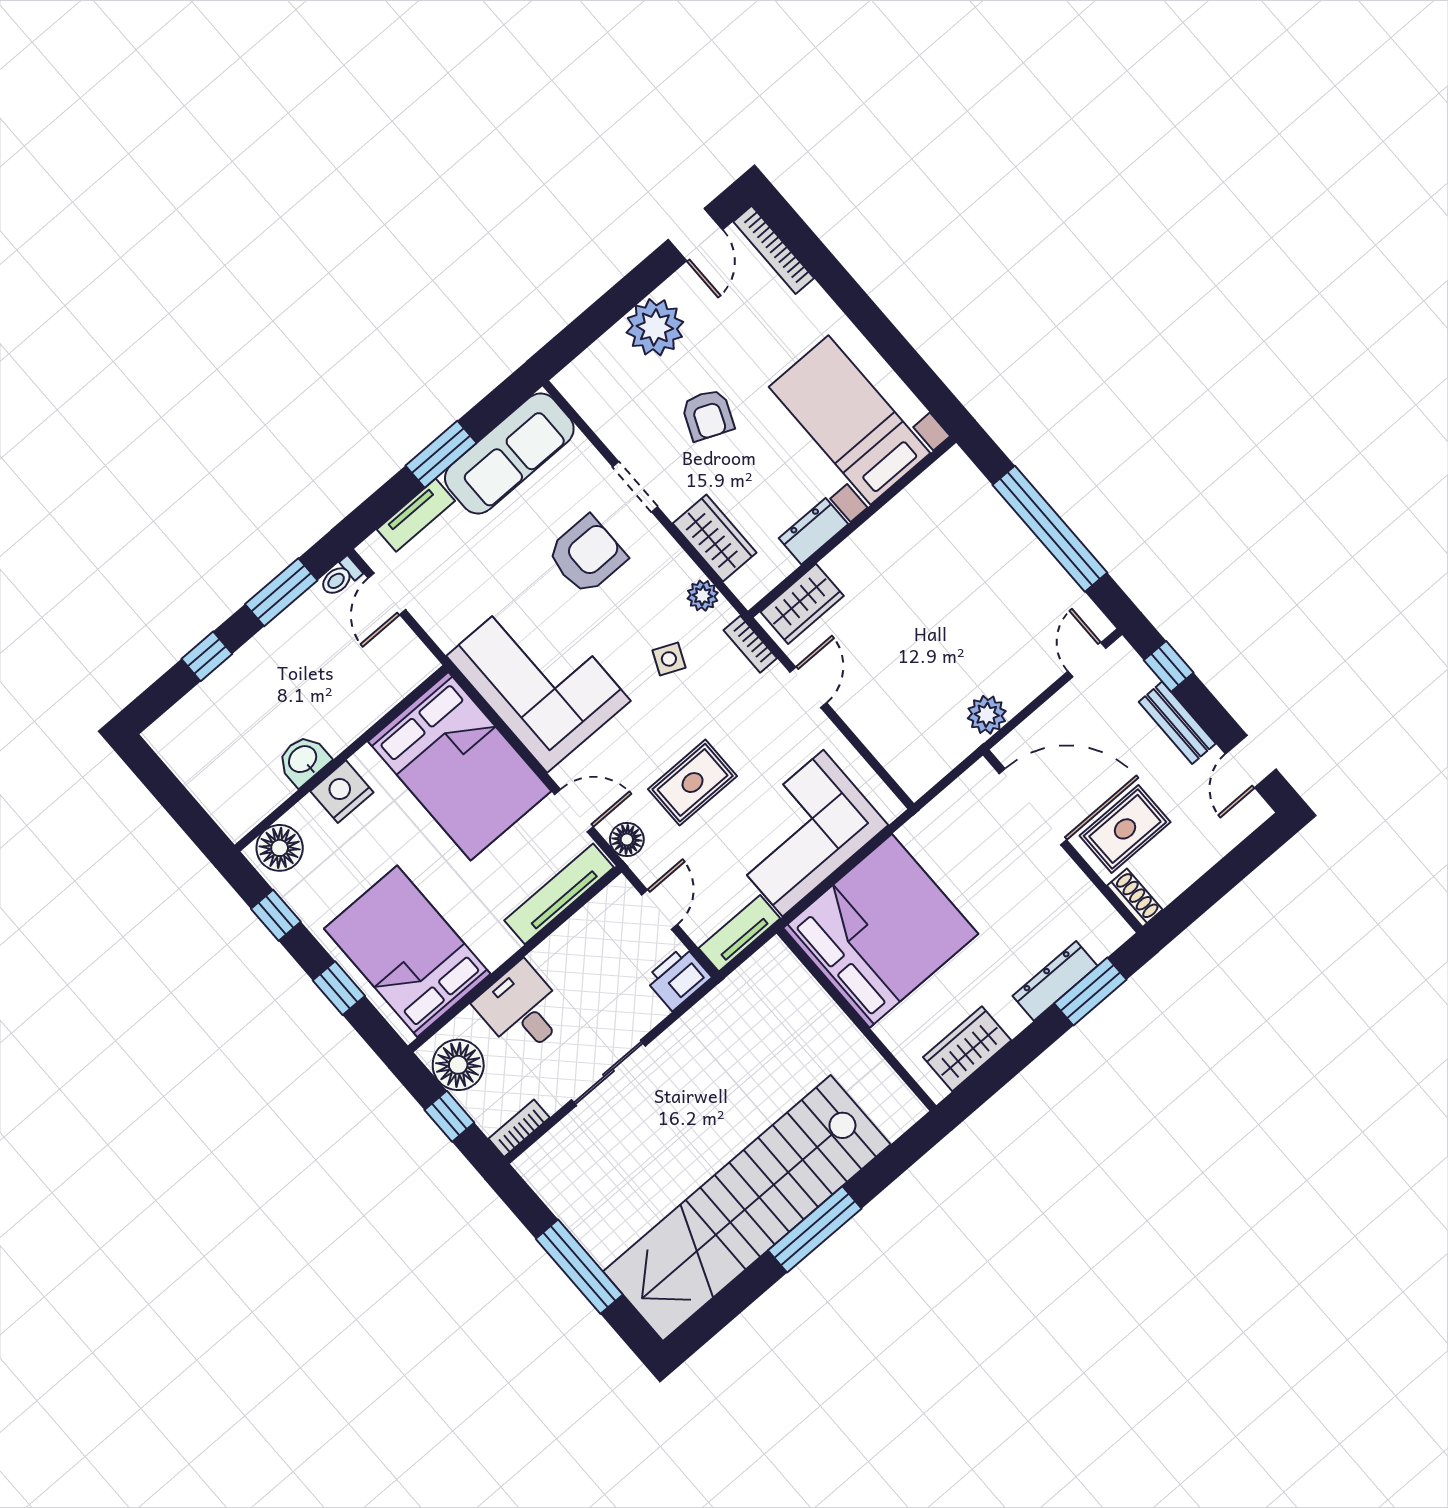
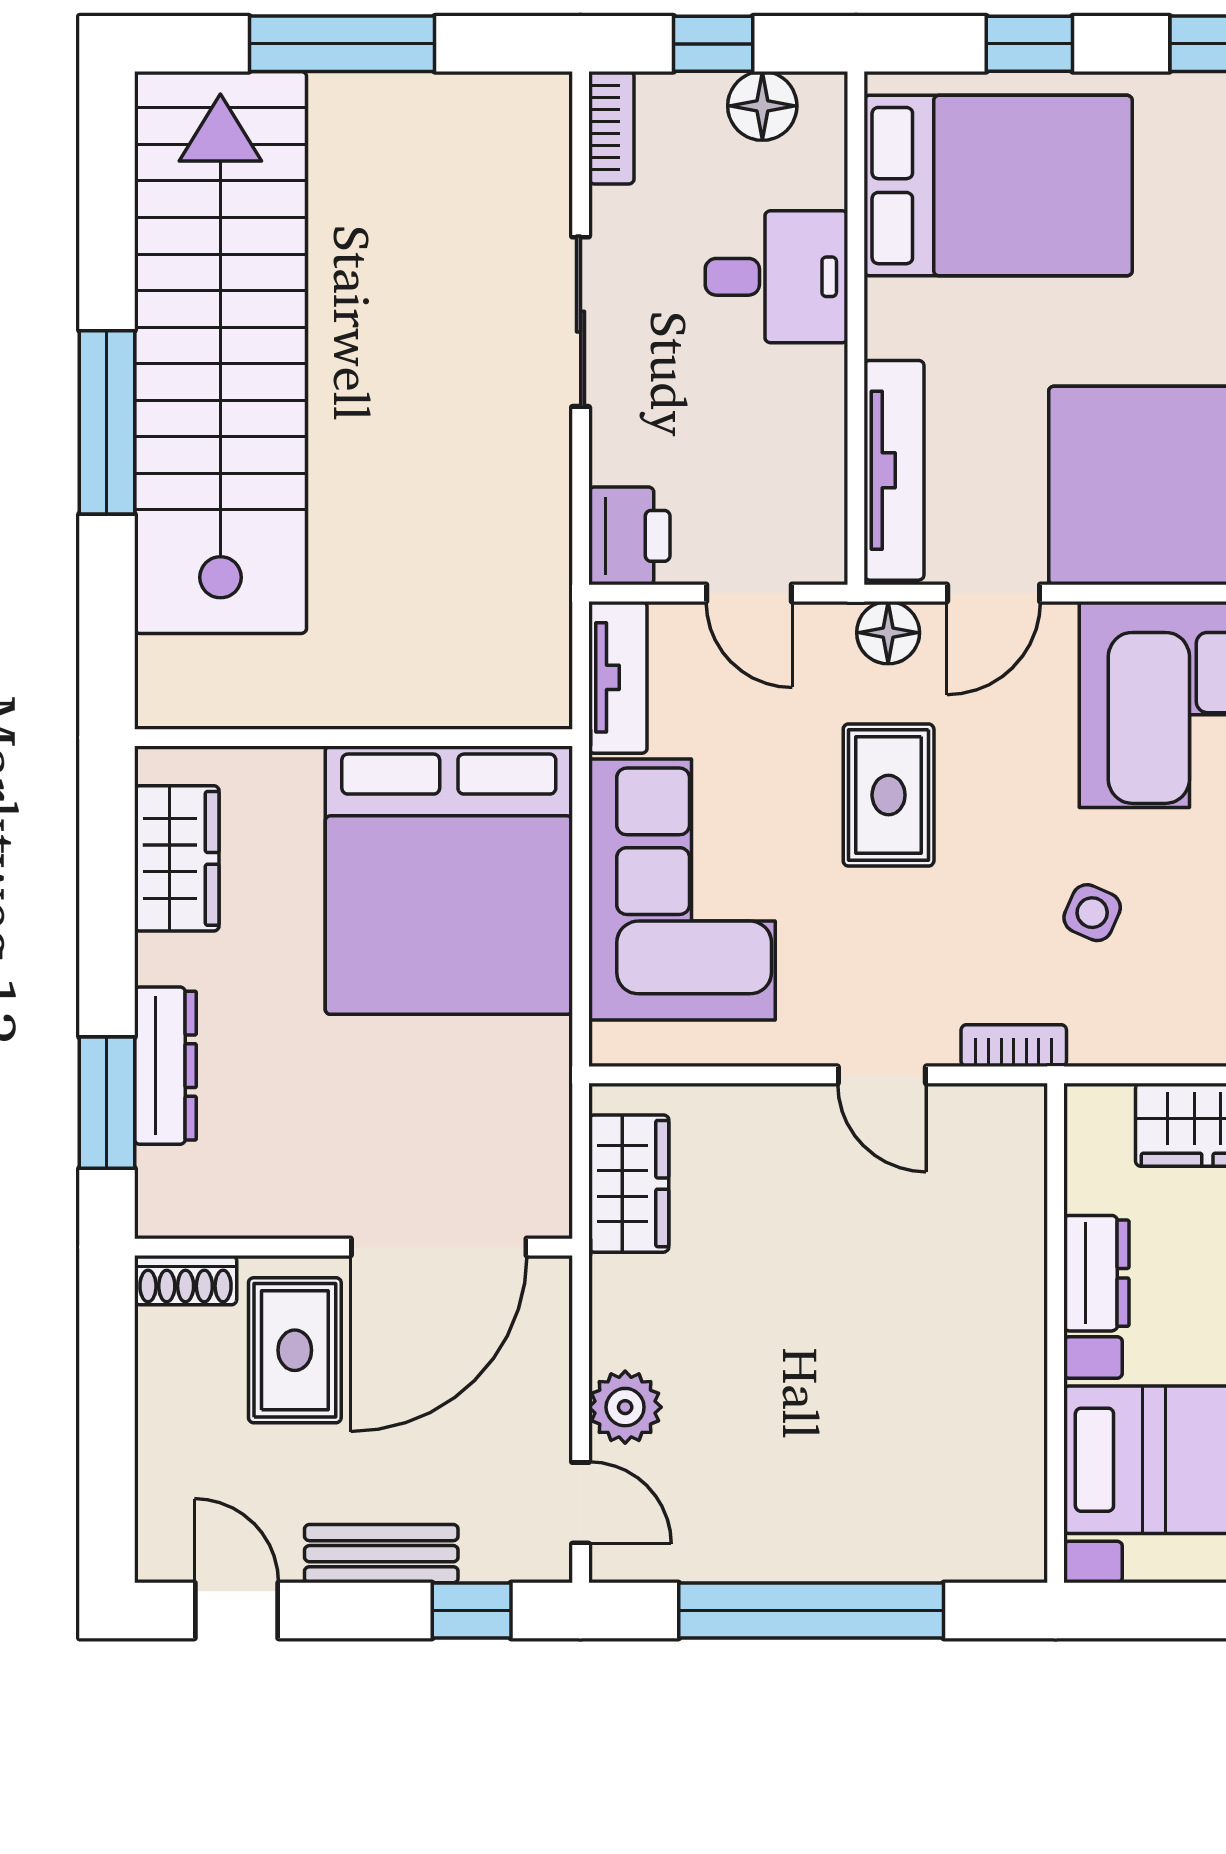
plant: (703, 596) -> (1141, 1038), removed
wardrobe: (802, 604) -> (629, 1184), moved, turned 180
plant: (987, 715) -> (625, 1407), moved
floor lamp: (458, 1065) -> (762, 106), width x0.73, depth x0.73

